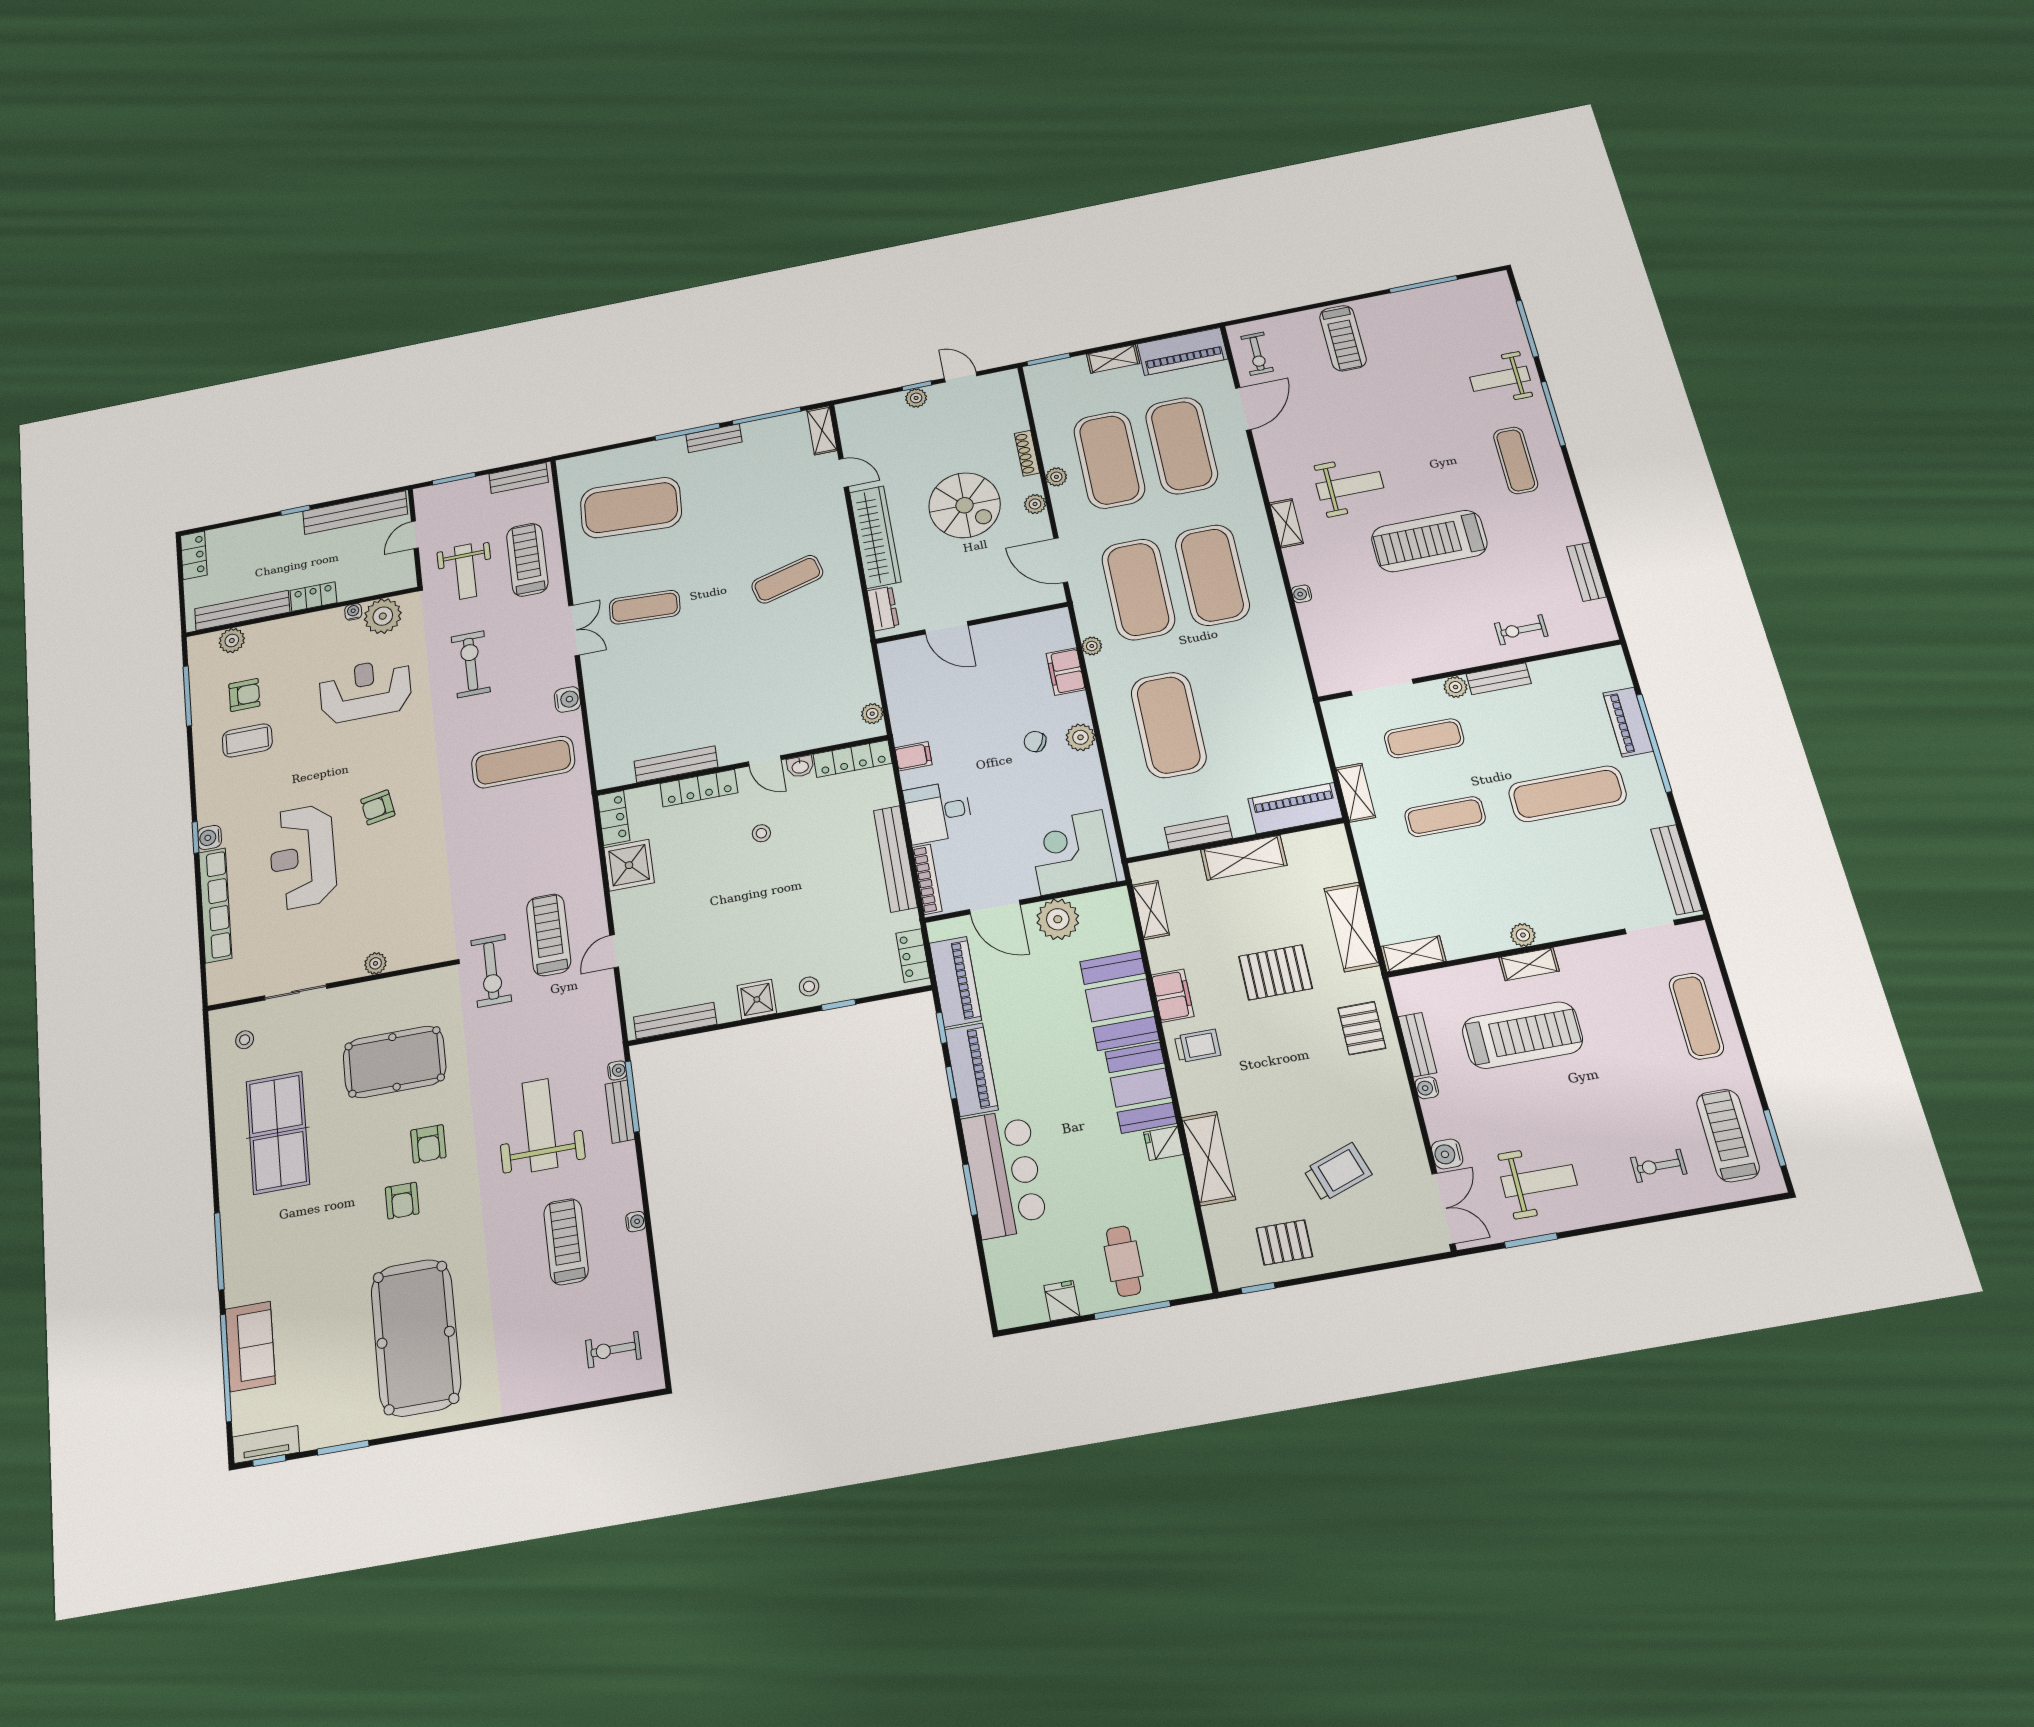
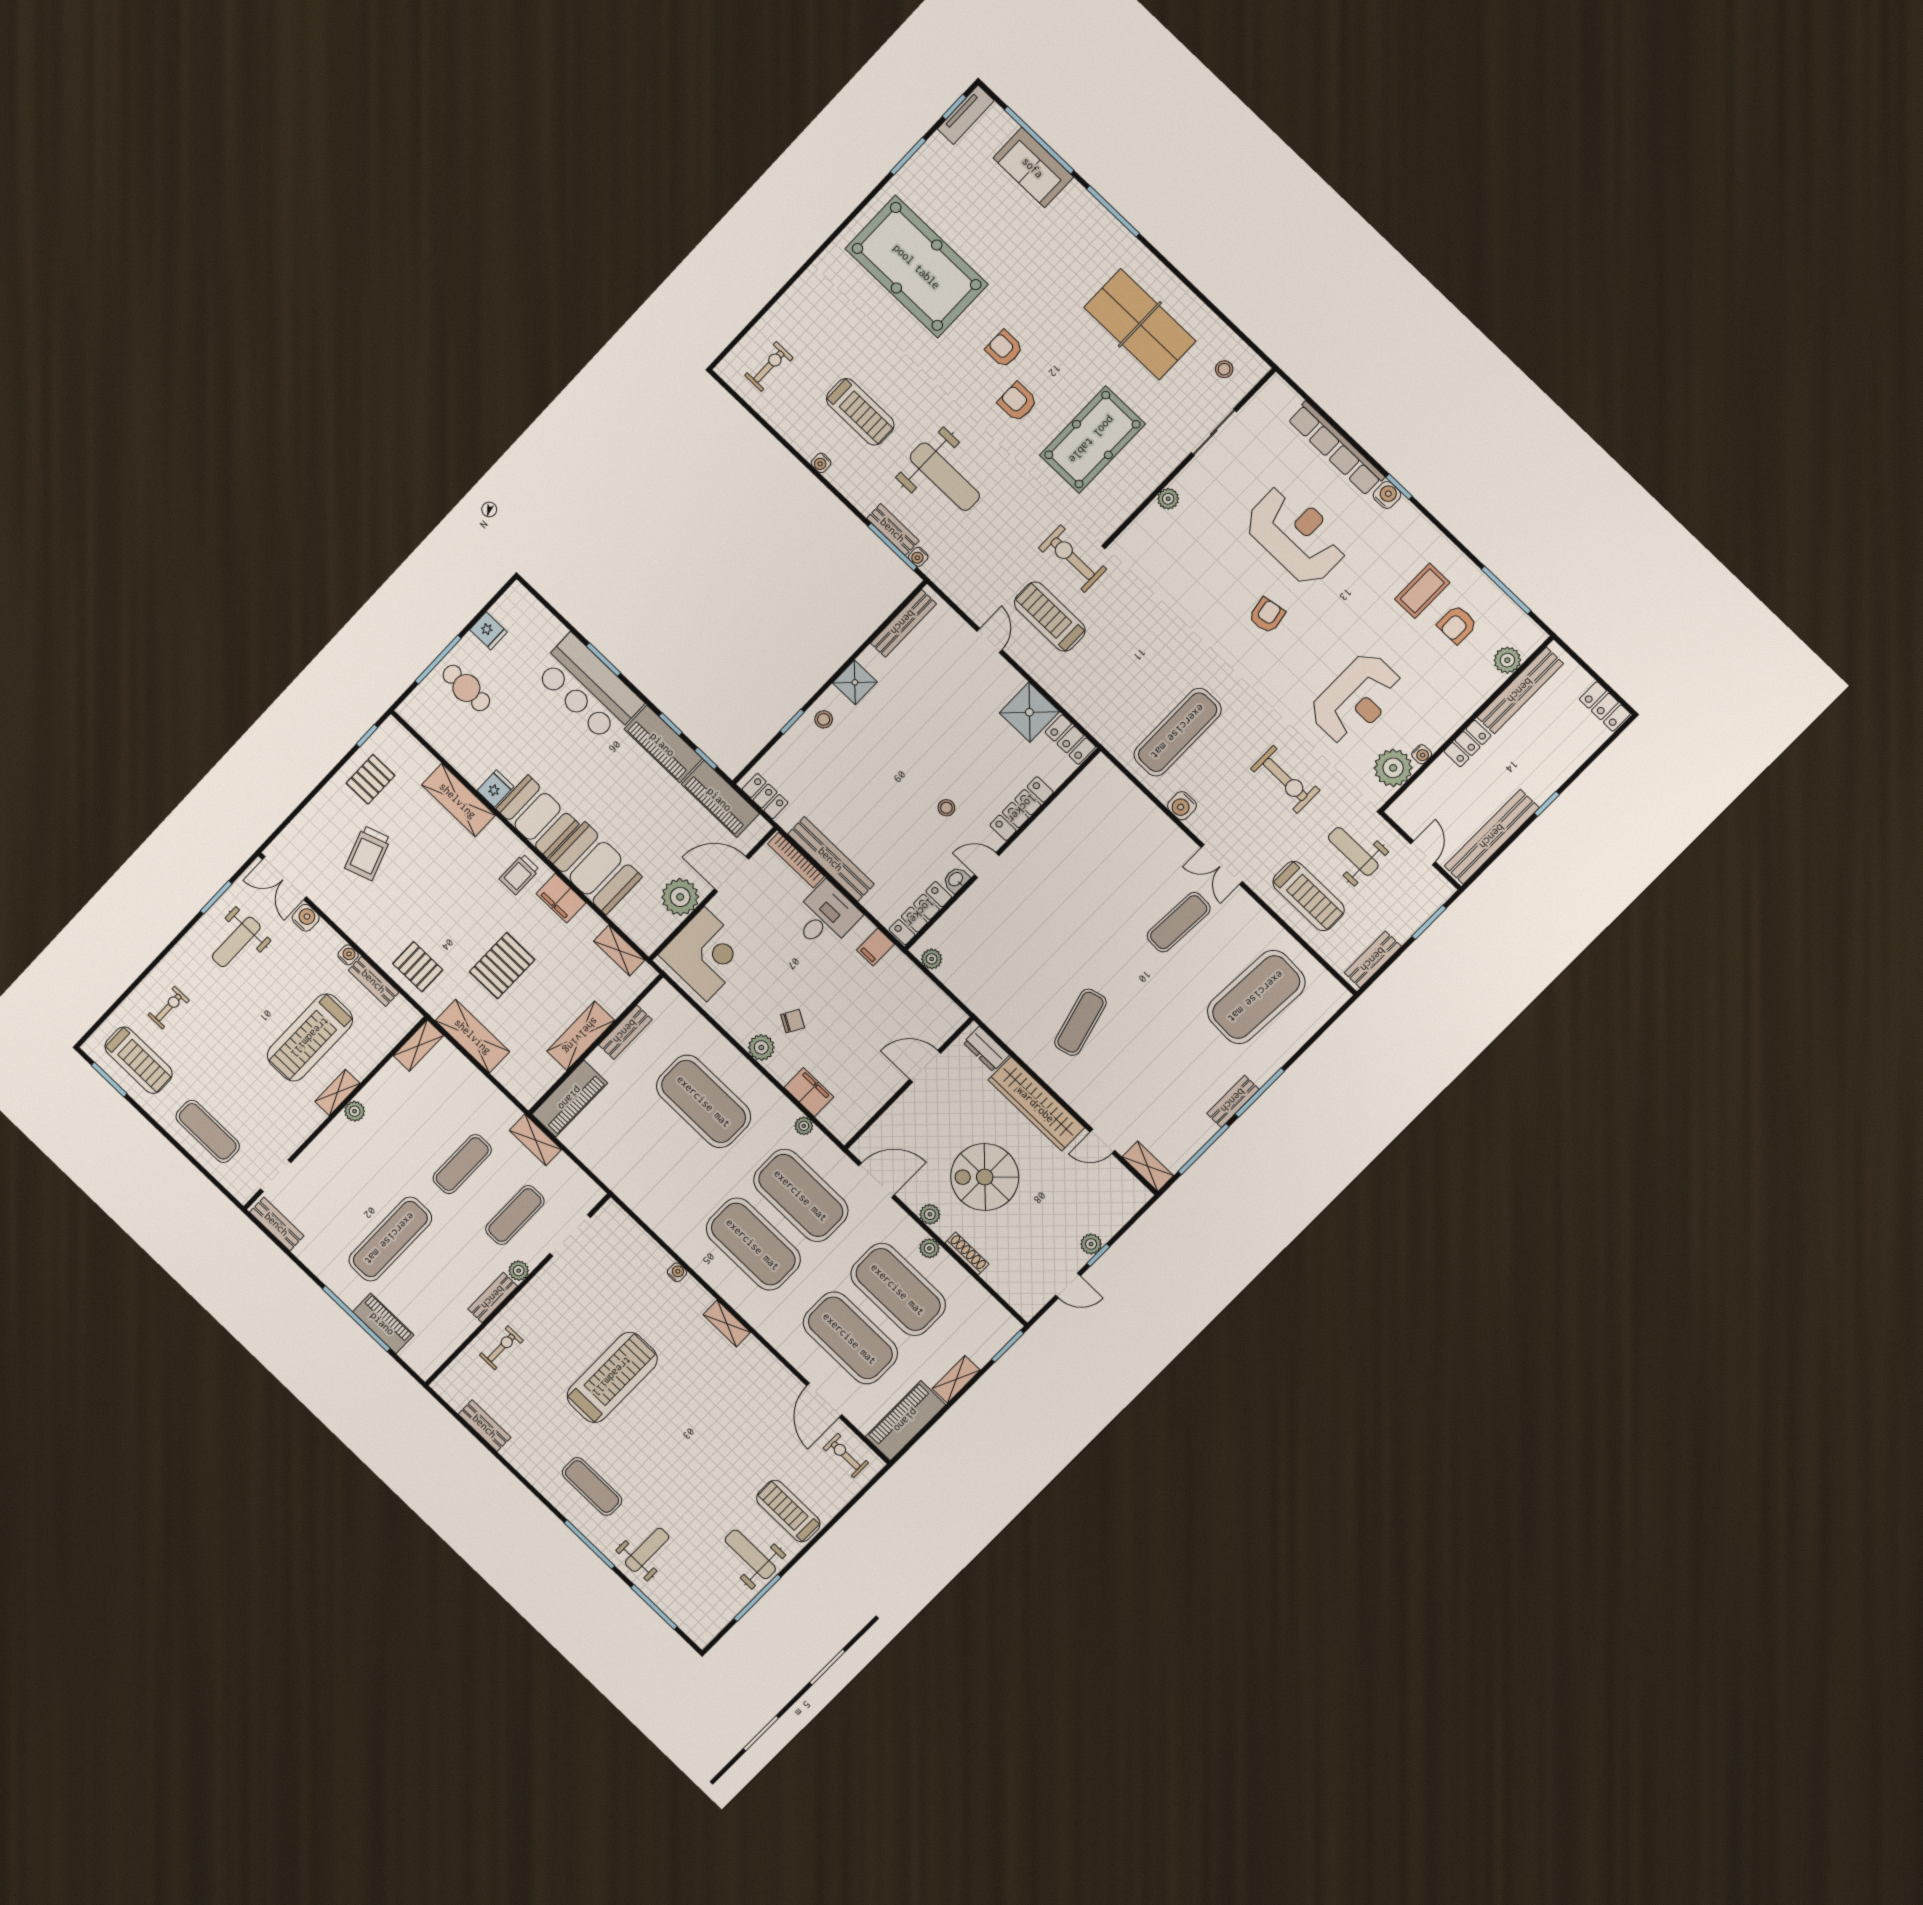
weight bench: (1350, 486) -> (750, 1554), moved, turned 90
bench: (676, 764) -> (1054, 815), removed
bench: (1676, 869) -> (277, 1224), width x0.73
treadmill: (549, 935) -> (1050, 617), turned 180

